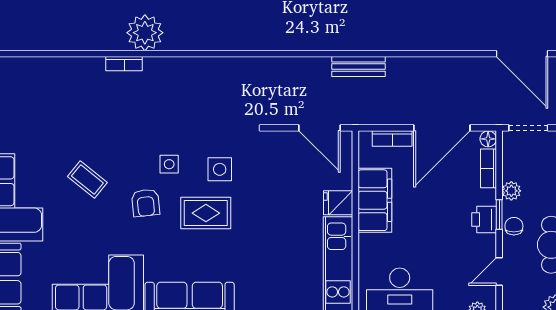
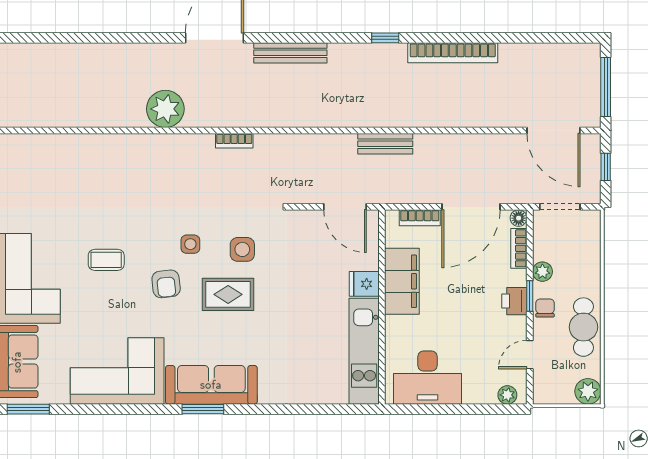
bookcase: (124, 64) -> (234, 141), moved
coffee table: (87, 179) -> (106, 260), turned -39

